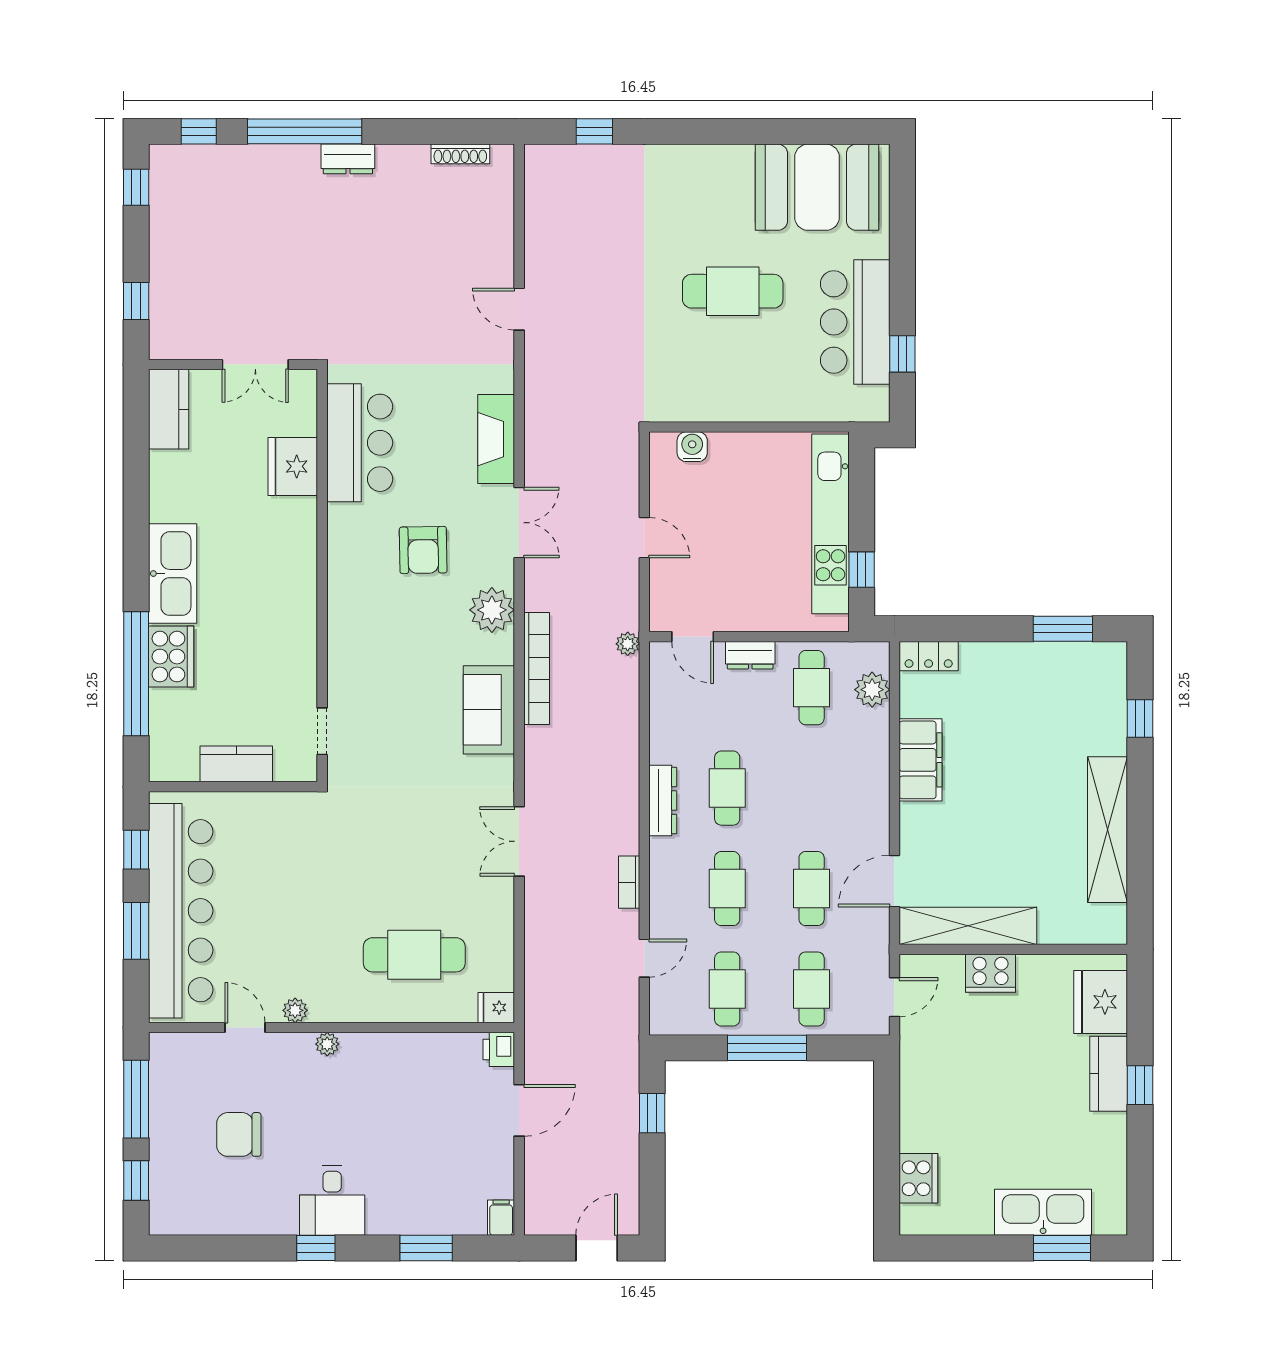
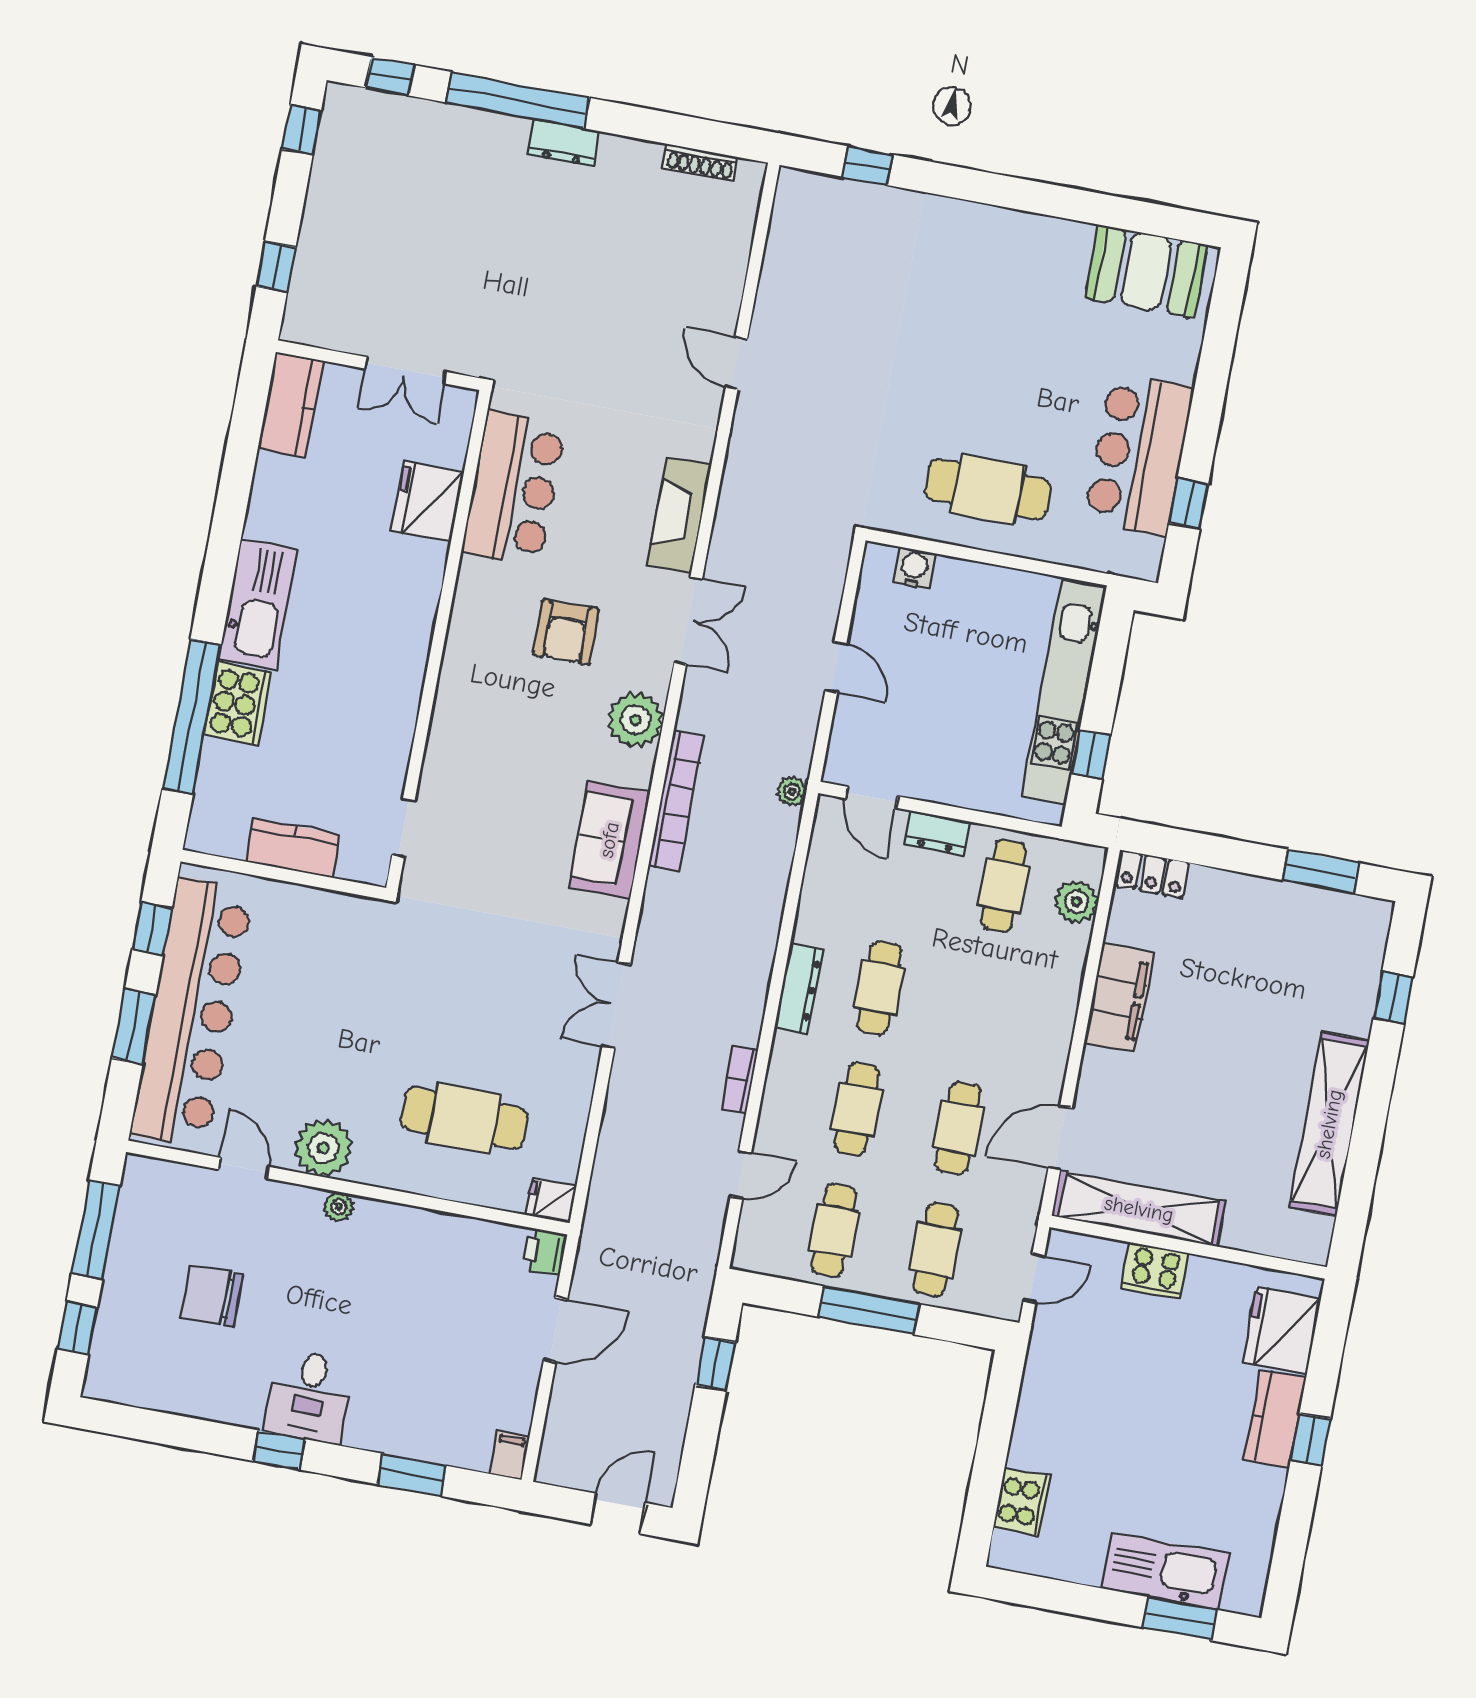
booth: (817, 187) -> (1146, 271), width x0.73, depth x0.70
cafe table: (733, 291) -> (988, 489), moved
plant: (295, 1010) -> (323, 1148), width x1.88, depth x1.88

